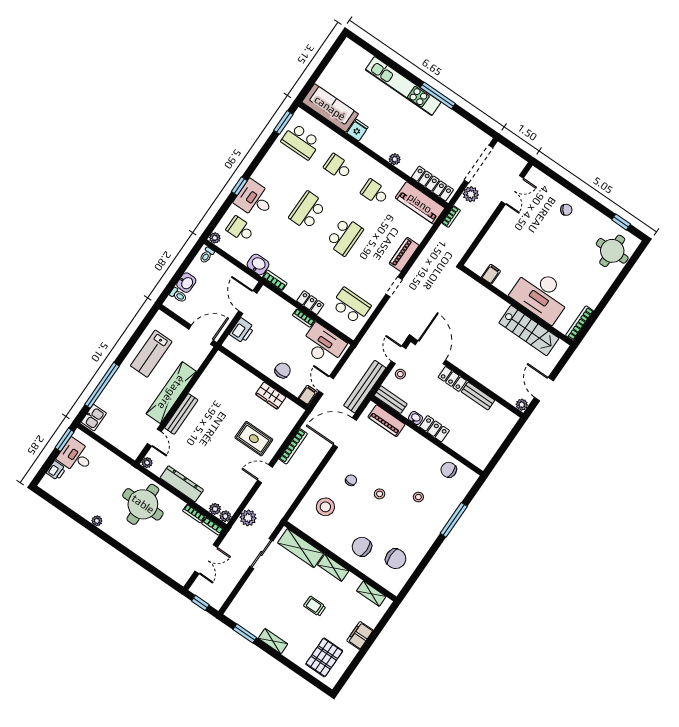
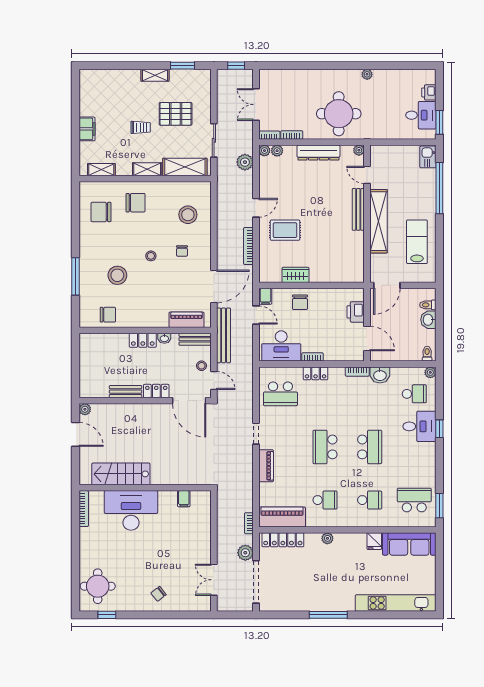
kitchen unit: (403, 86) -> (396, 603), moved
stool: (418, 497) -> (117, 275), width x1.89, depth x1.89
pallet: (324, 657) -> (176, 114), moved, turned 90

